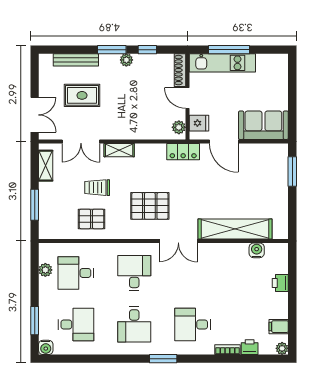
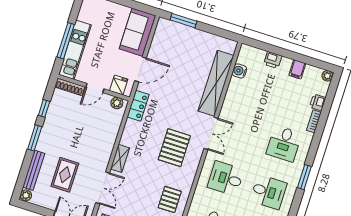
plant: (126, 60) -> (26, 195), moved
trolley: (97, 188) -> (145, 187), removed
filing cabinet: (279, 327) -> (297, 69), moved

